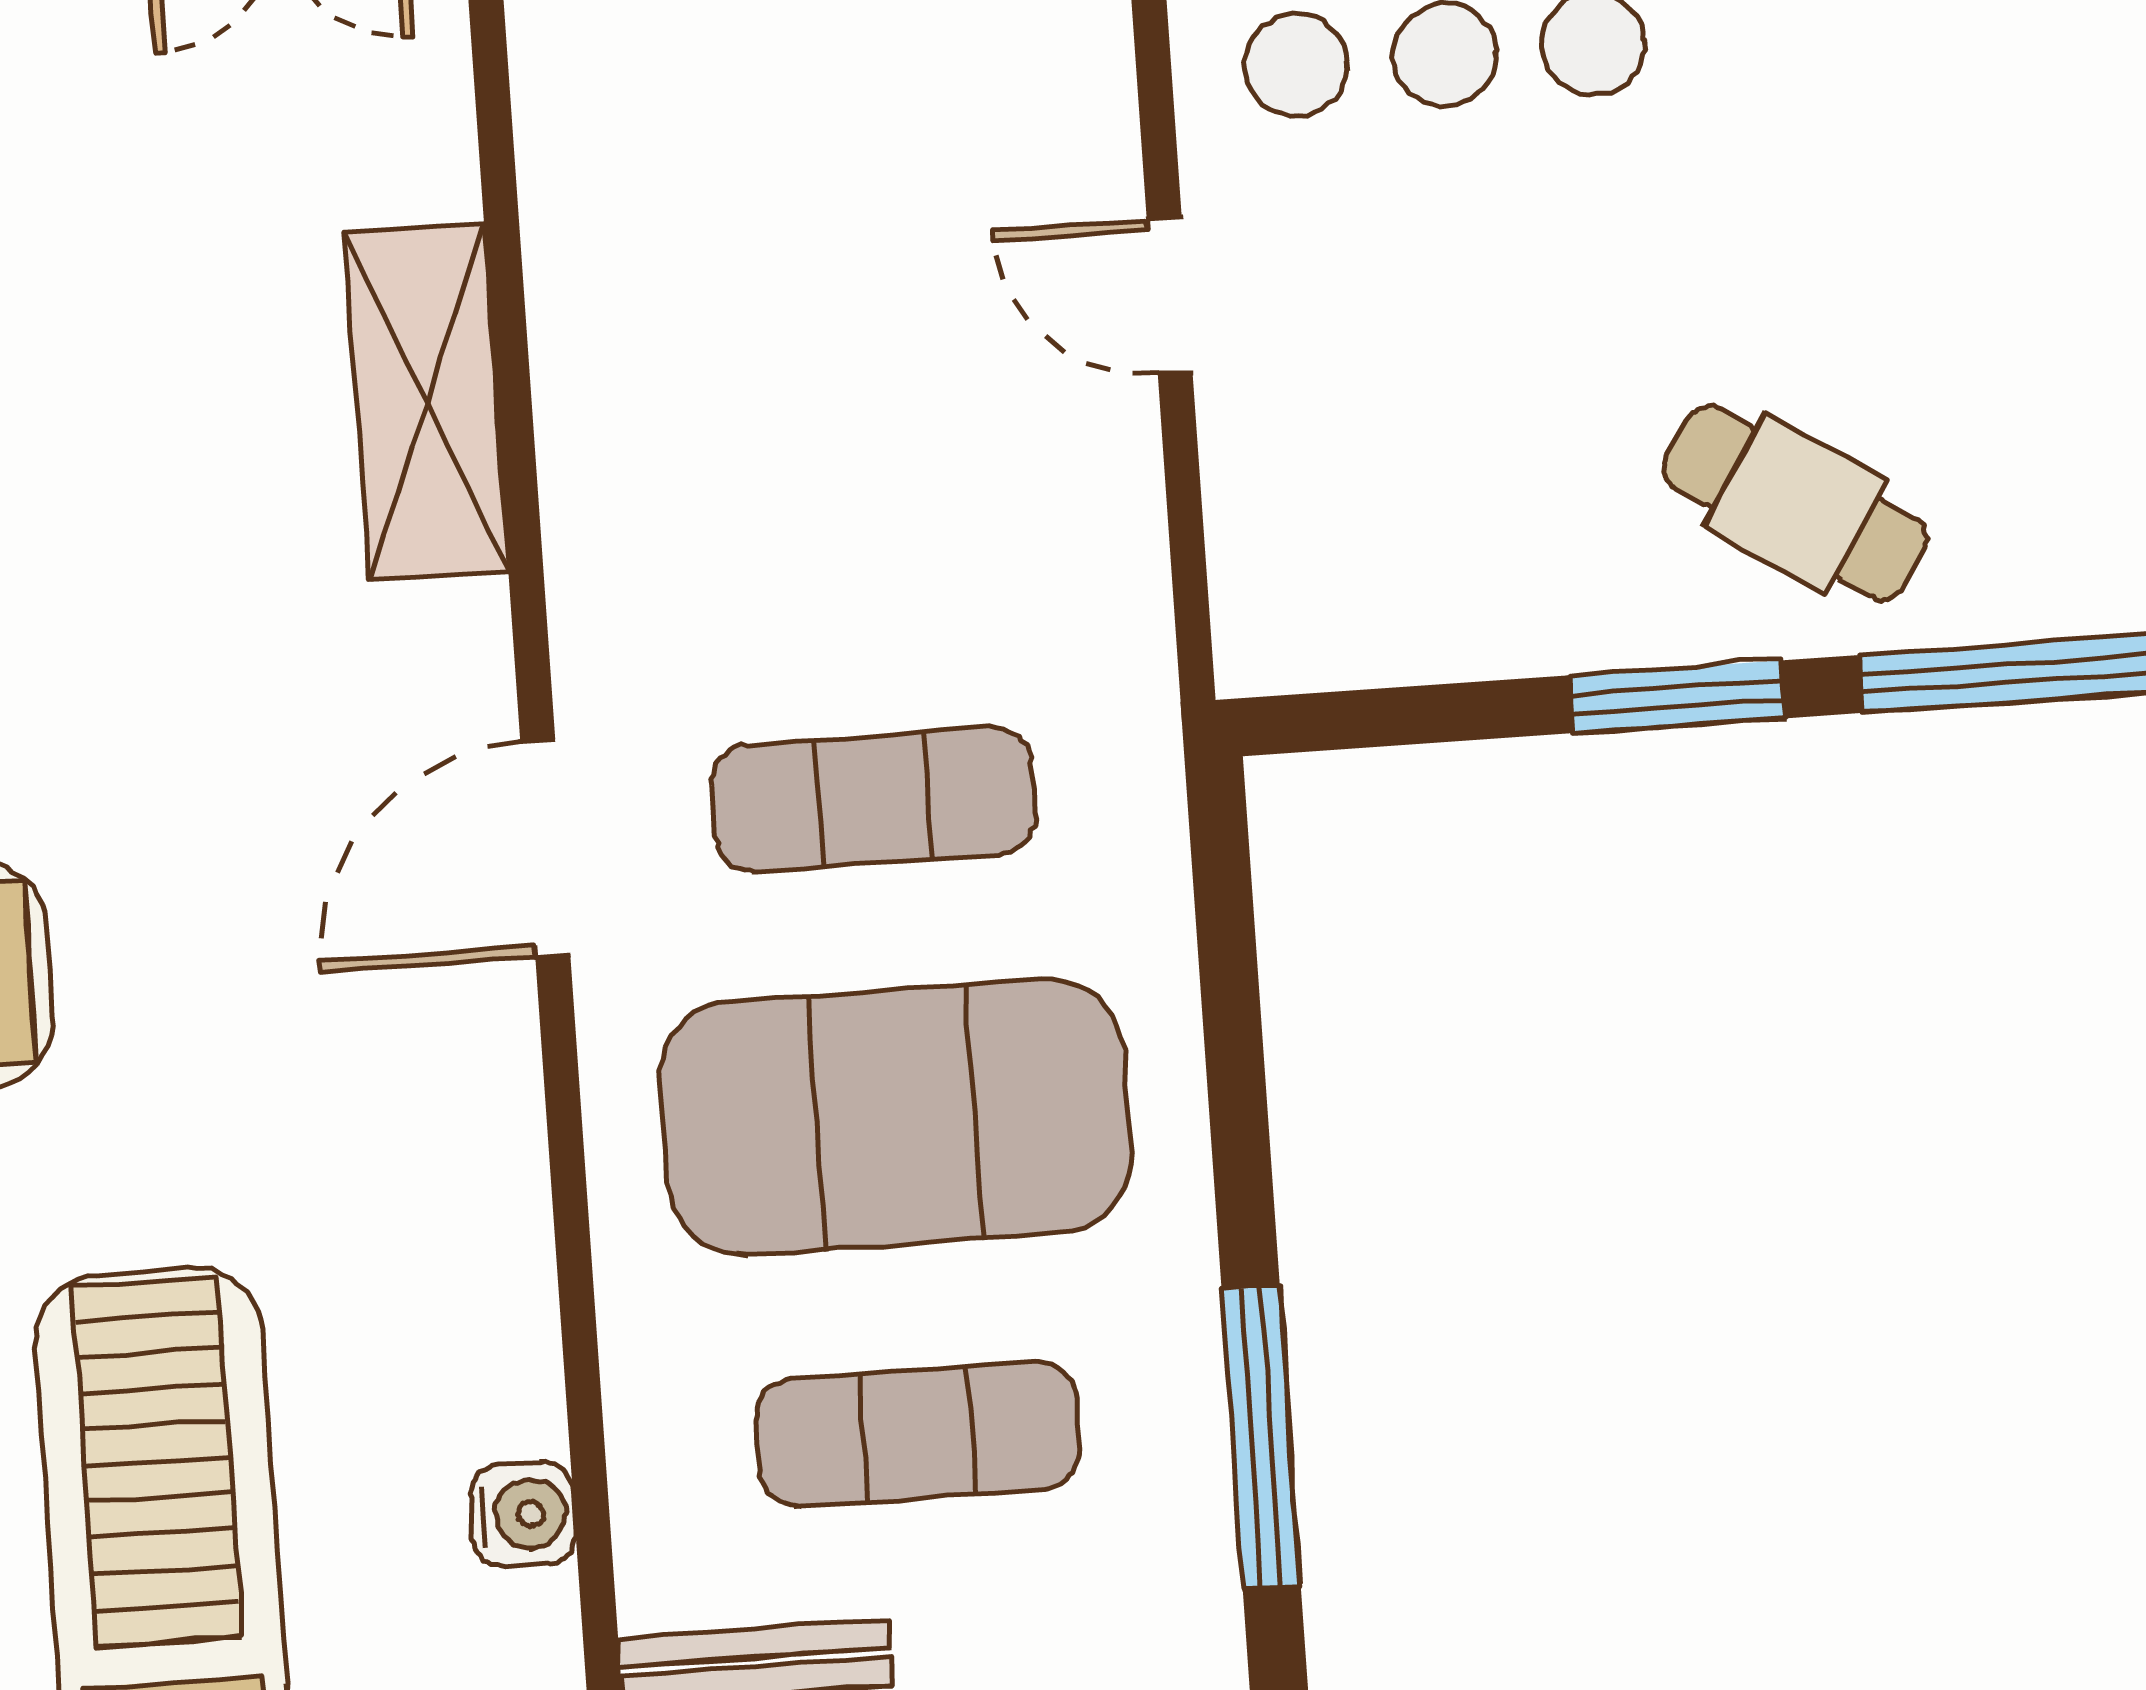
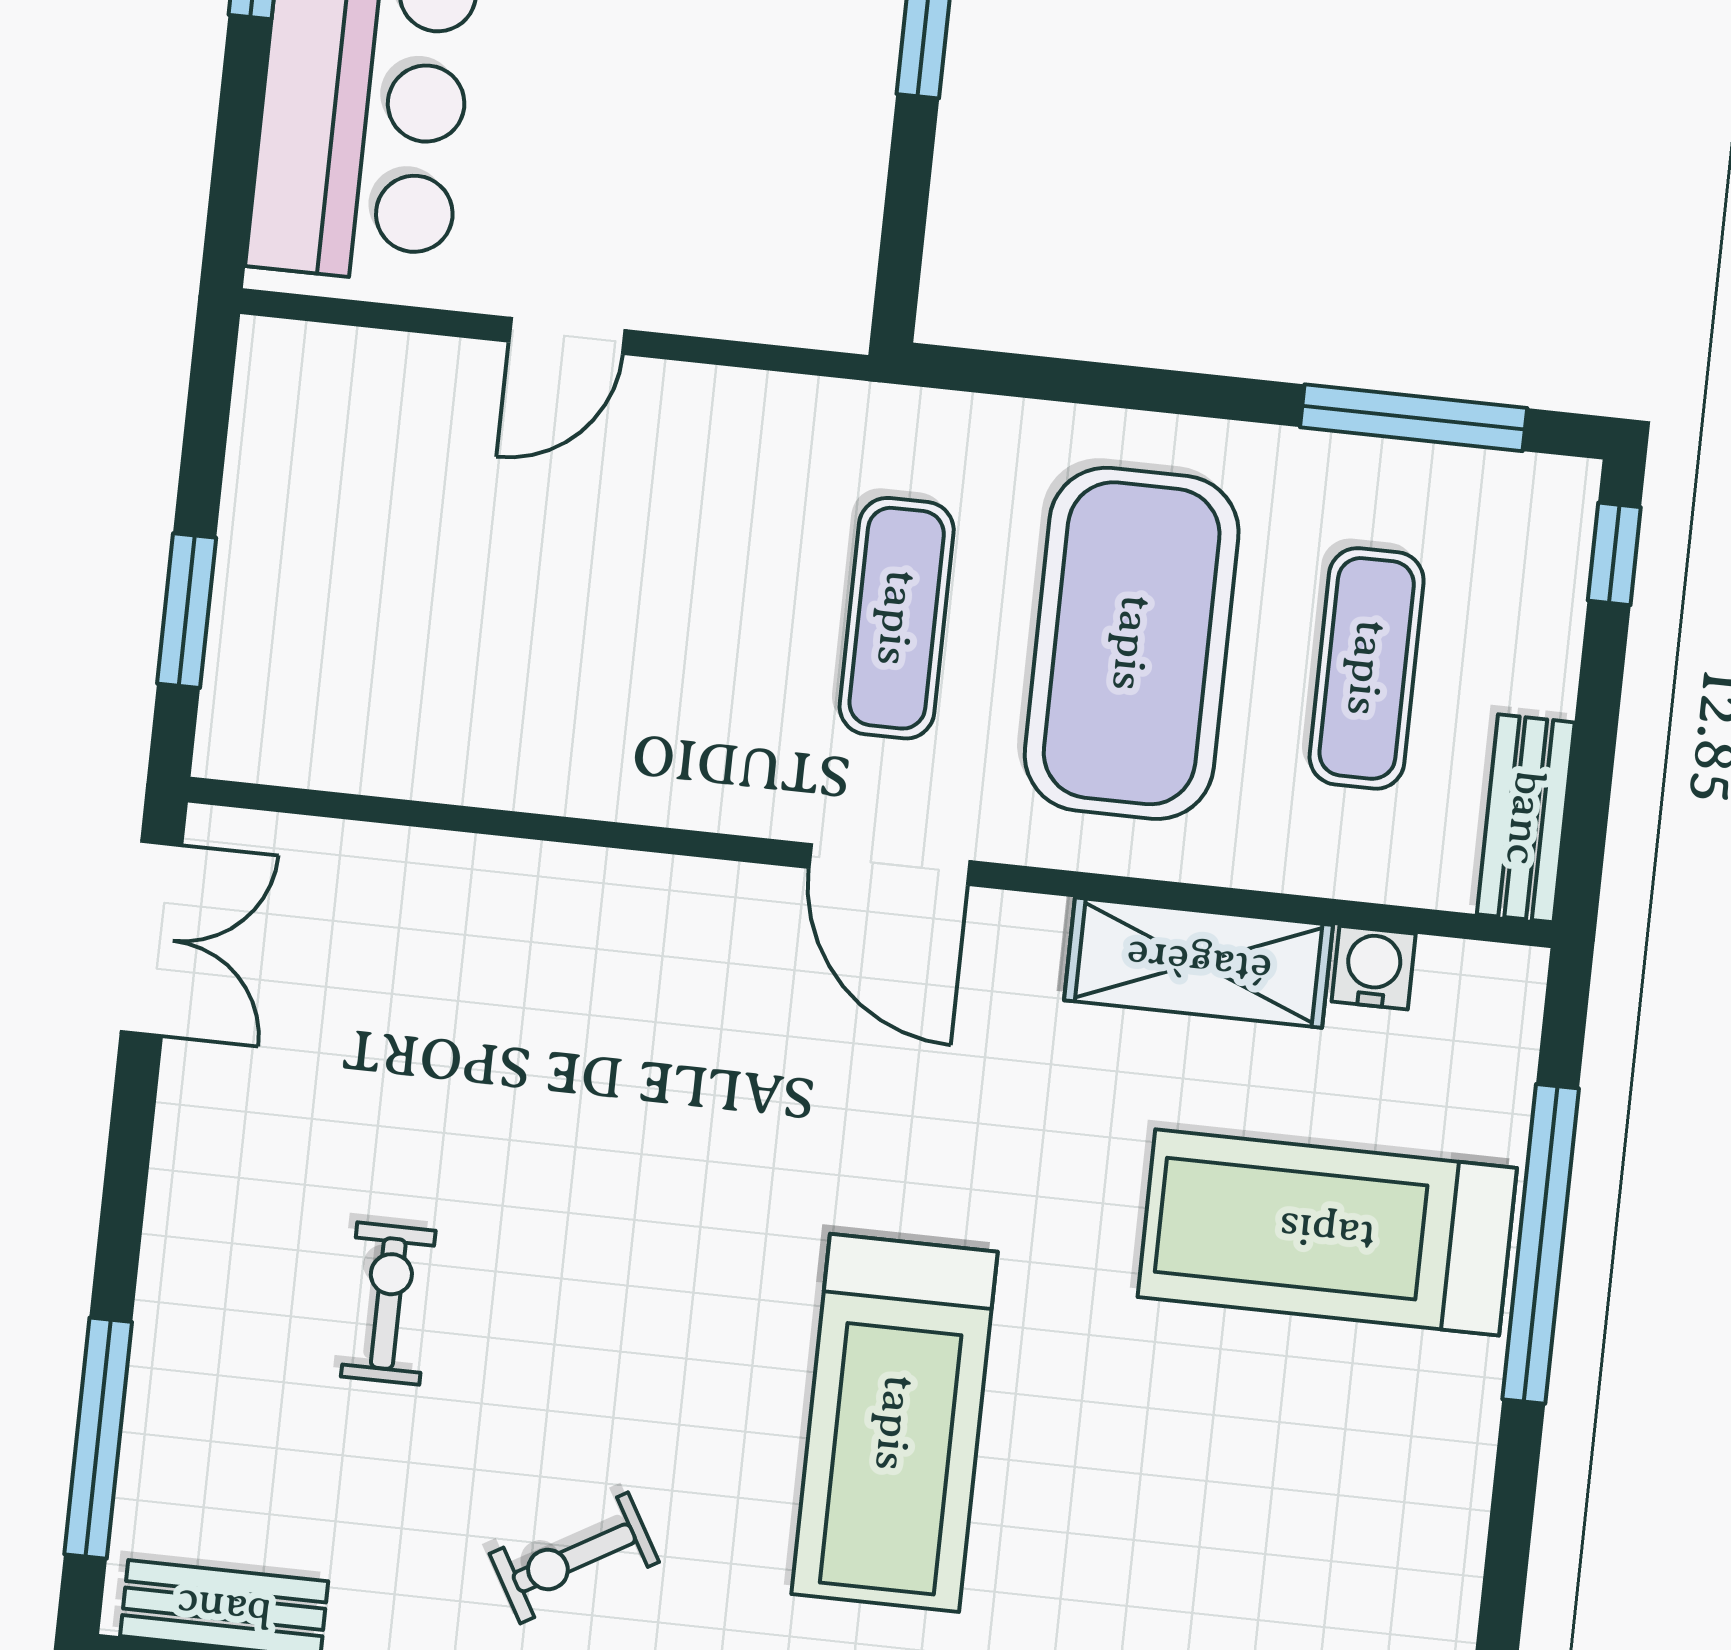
shelving: (427, 402) -> (1199, 963), moved

